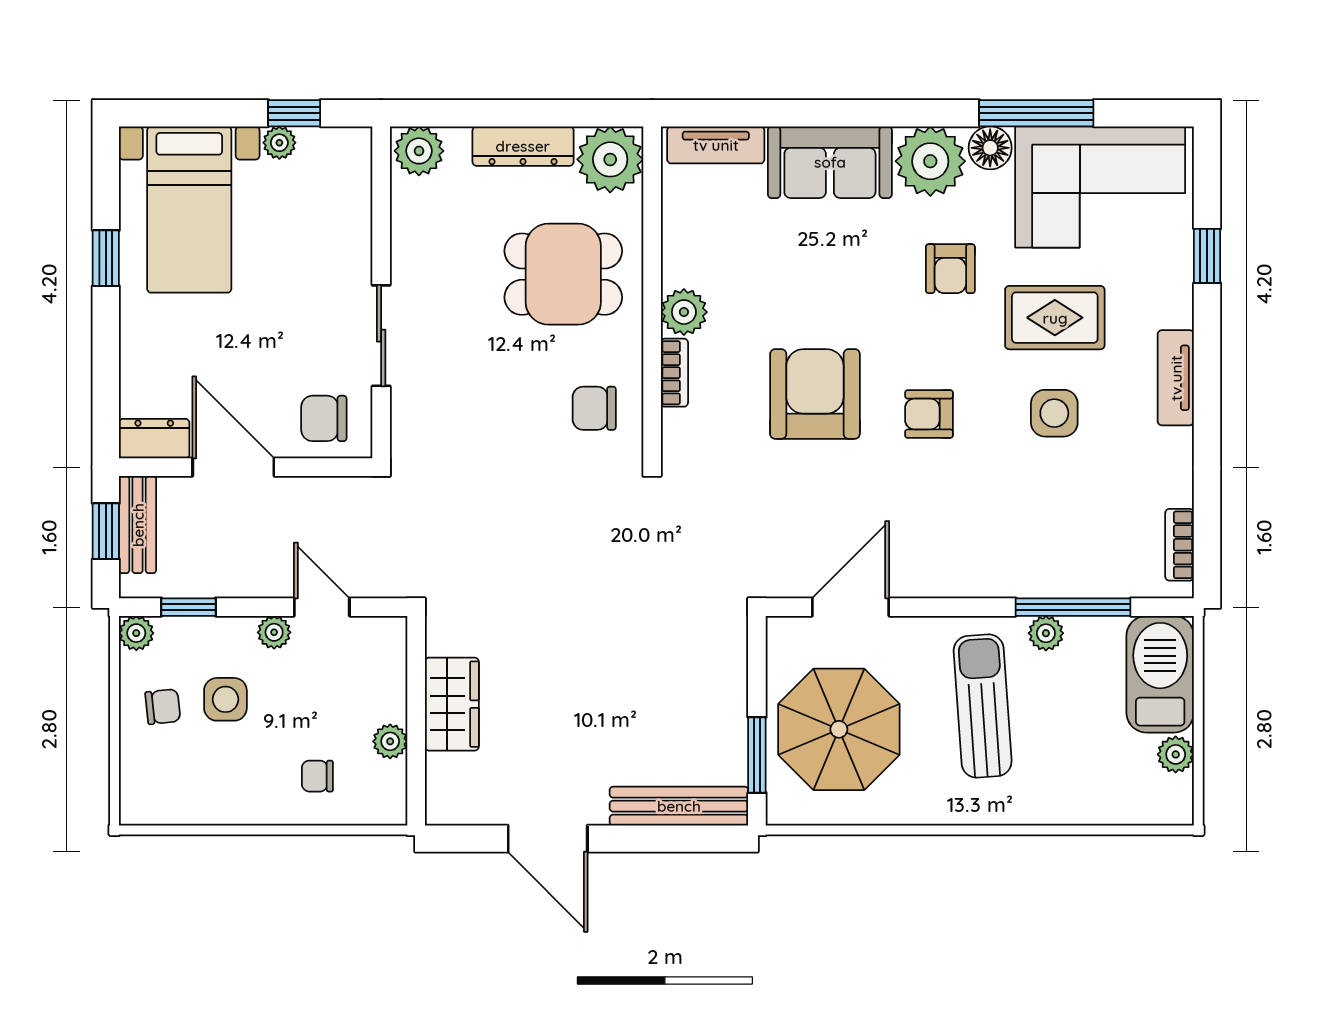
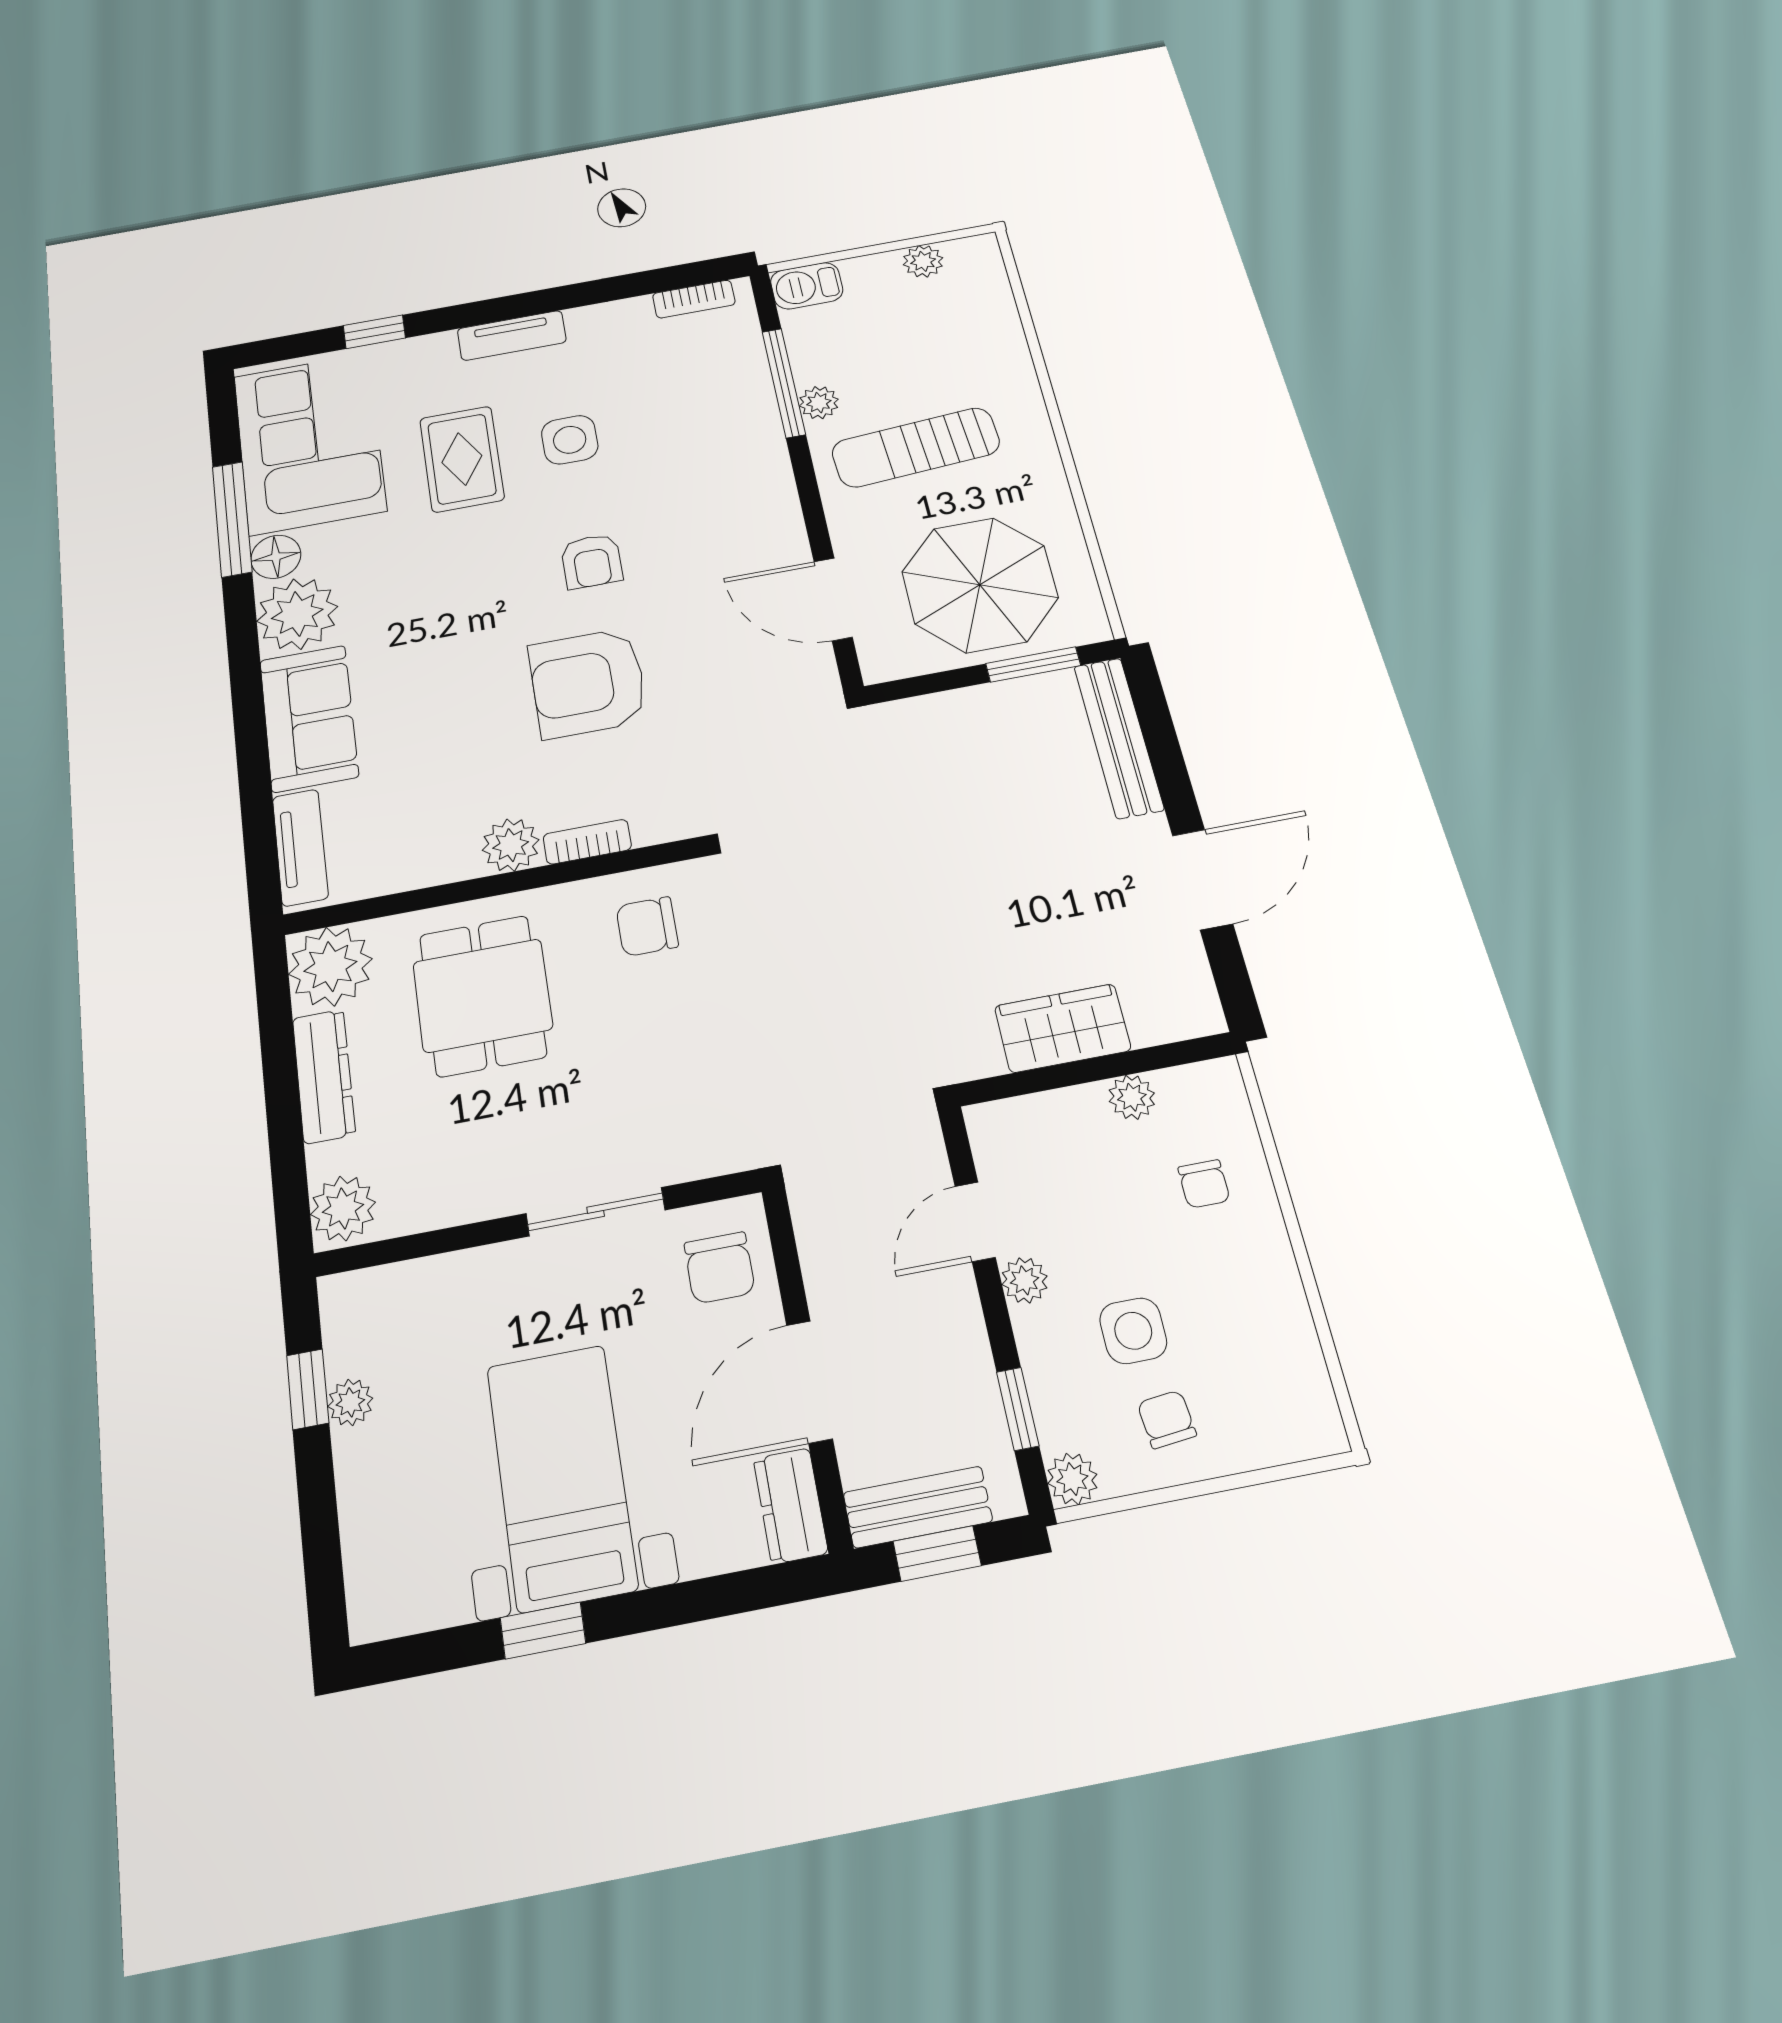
bed with nightstands: (189, 210) -> (561, 1476), moved, turned -90
armchair: (950, 269) -> (420, 571), removed
chair: (594, 408) -> (647, 927), turned 90
barbecue: (1160, 674) -> (807, 286), width x0.53, depth x0.65

